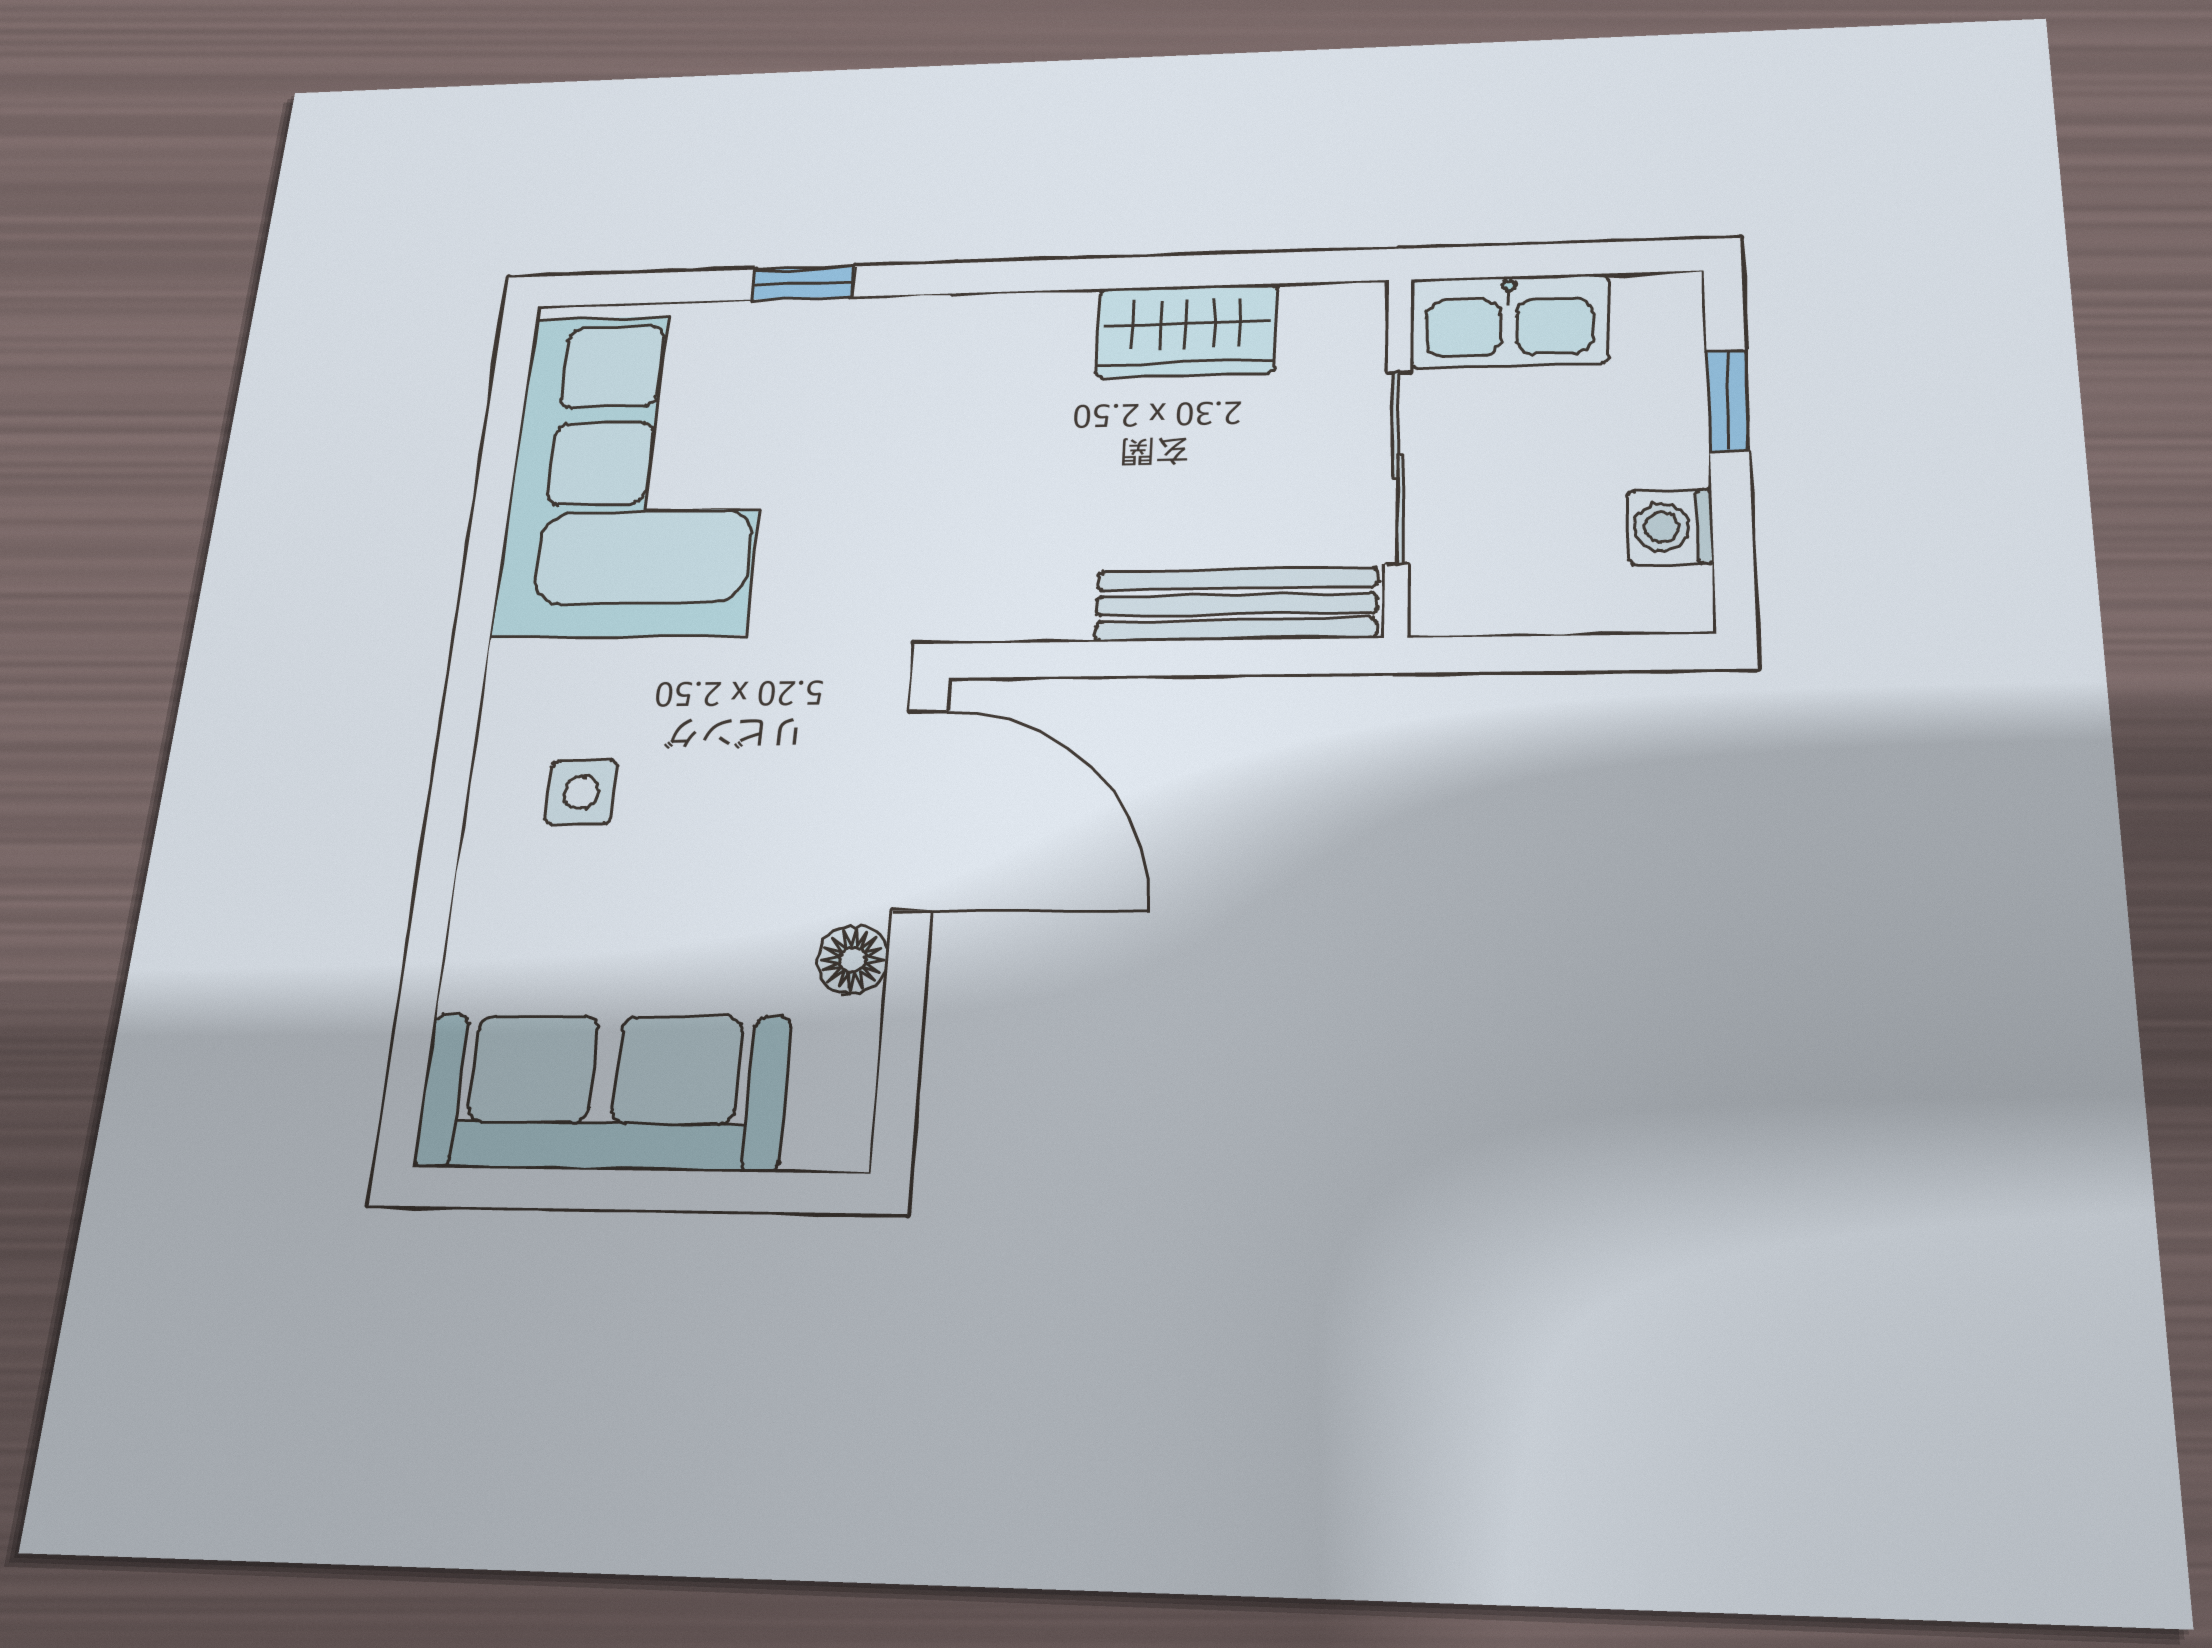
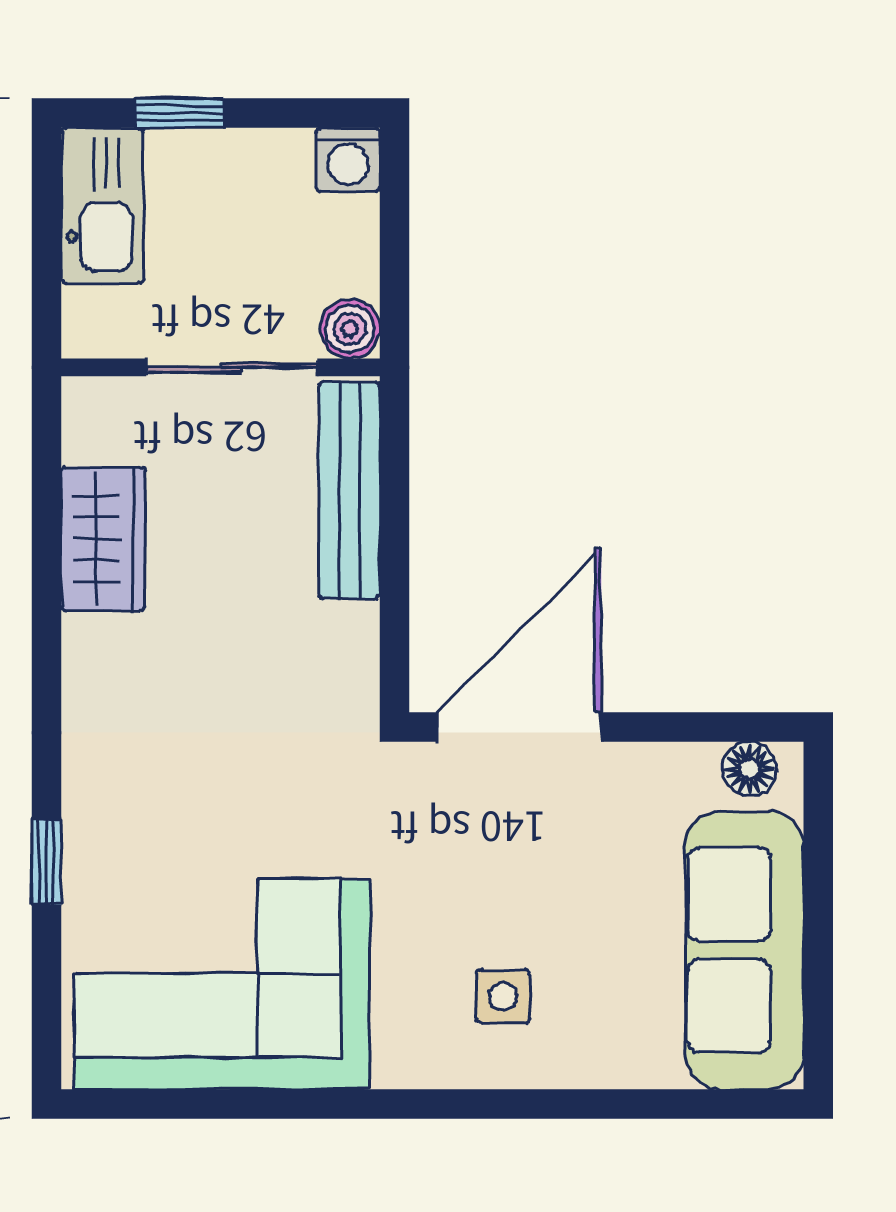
kitchen sink: (1509, 321) -> (102, 206), moved
washing machine: (1670, 527) -> (348, 160), moved
boiler: (1447, 602) -> (350, 329), added
floor lamp: (853, 959) -> (749, 769), moved

